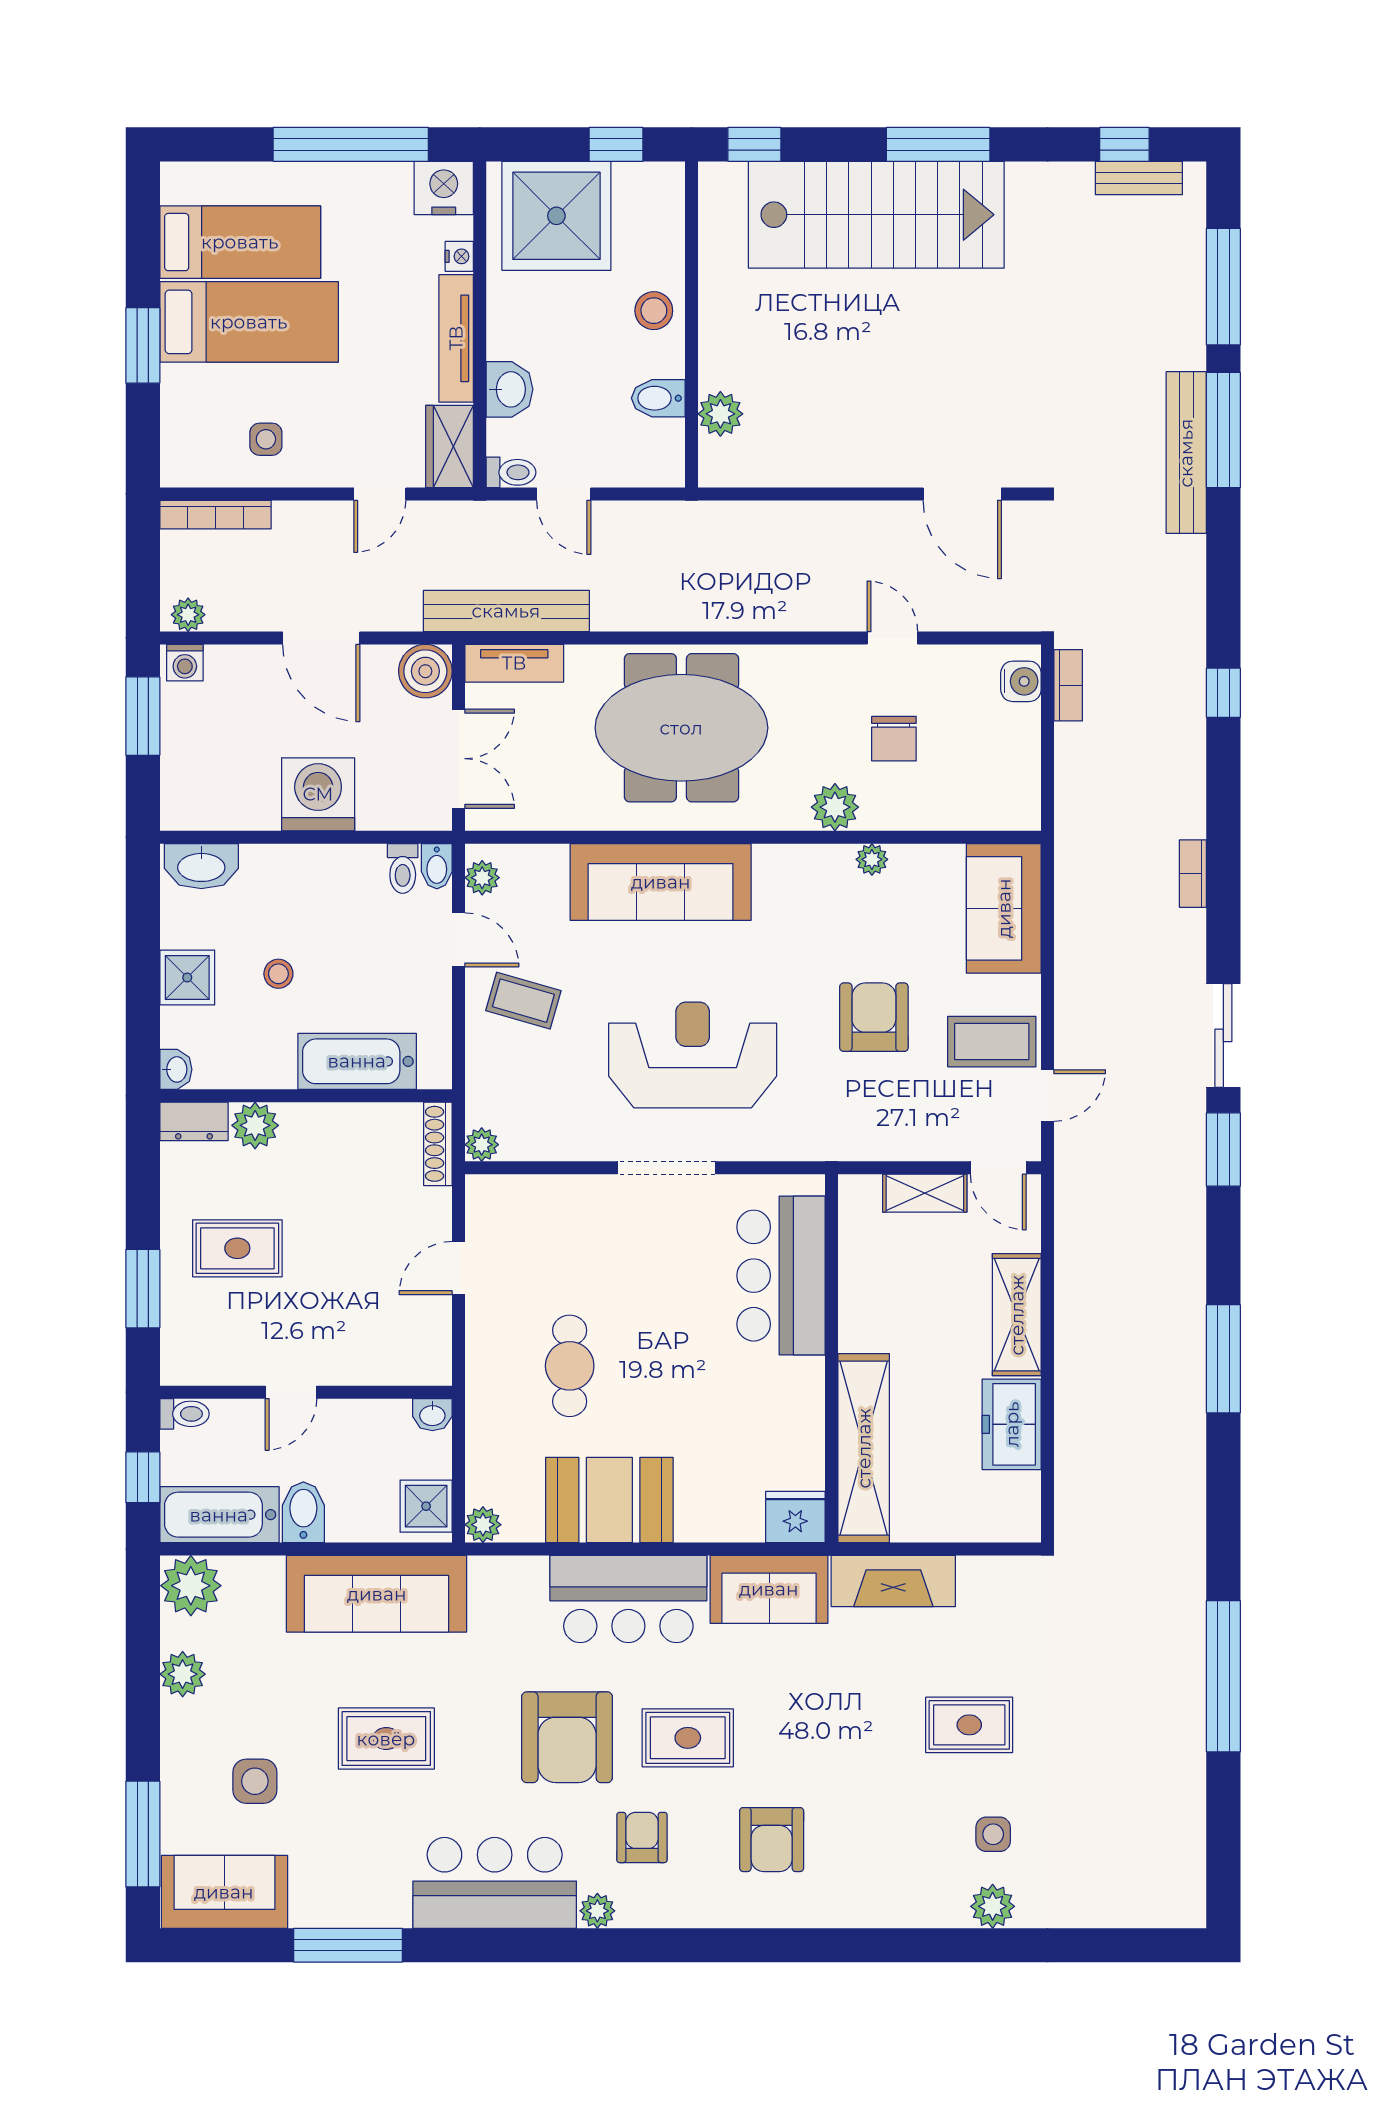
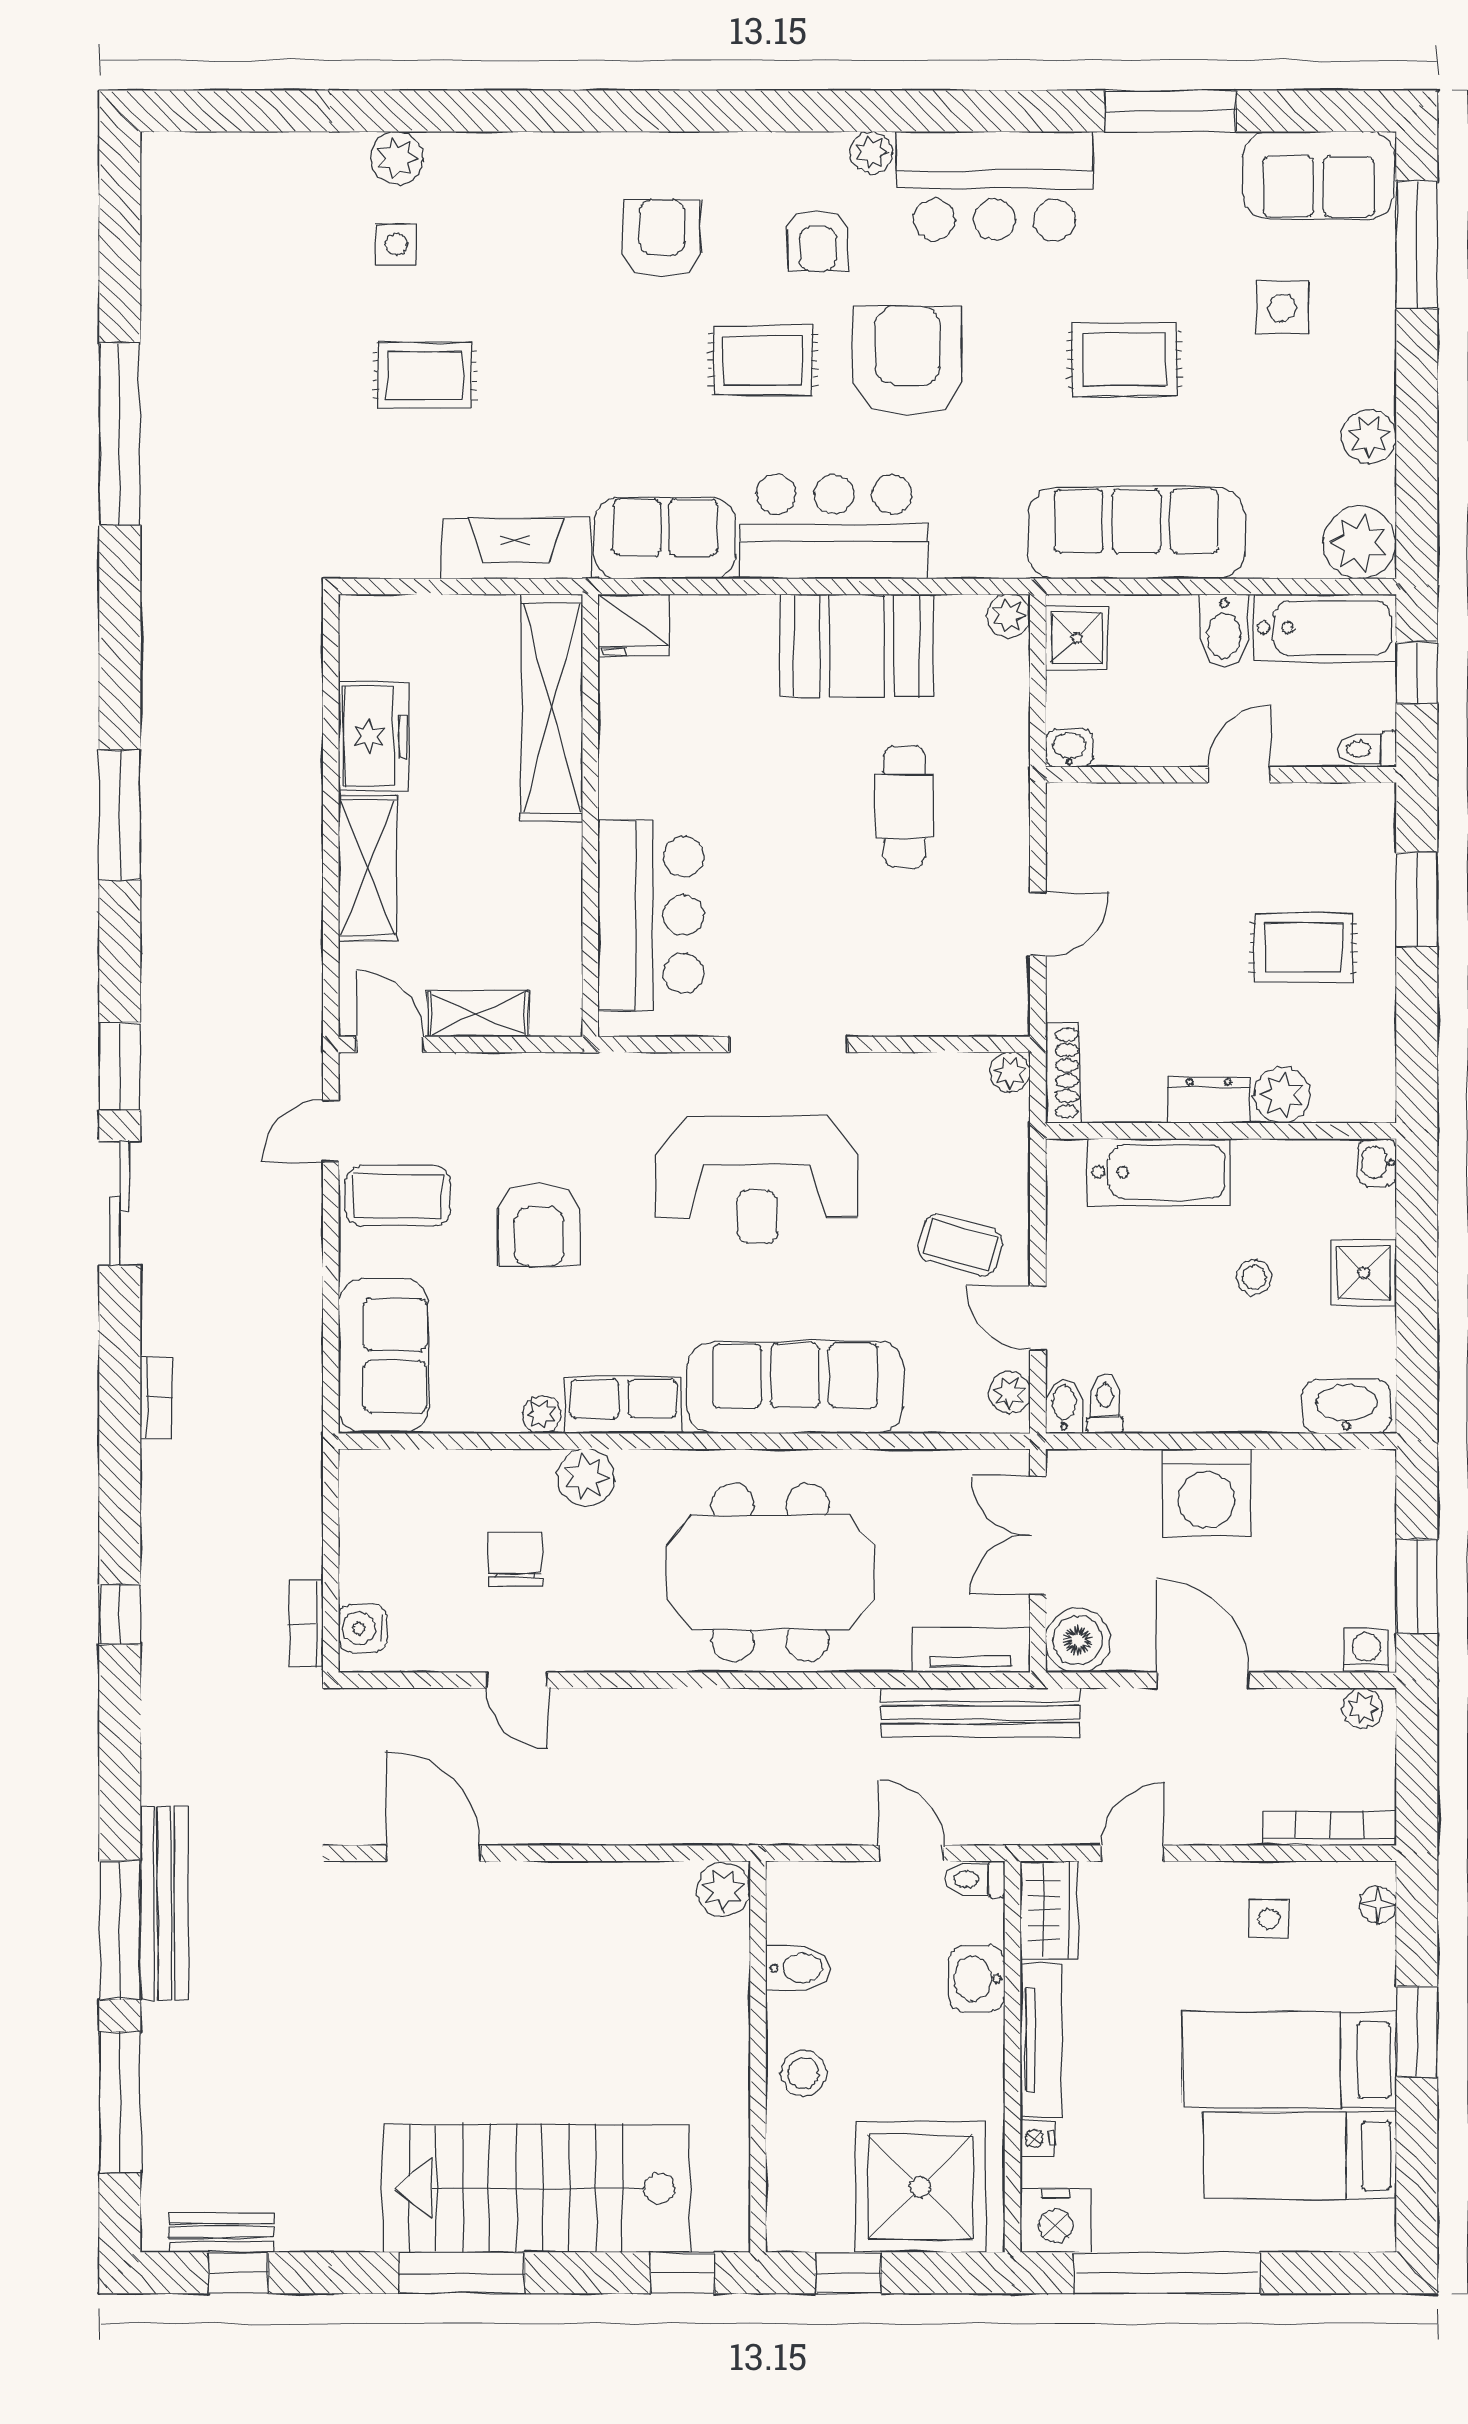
plant: (720, 414) -> (723, 1889), moved
floor lamp: (175, 451) -> (1378, 1904), added
row of seats: (804, 867) -> (624, 1405), added
dresser: (194, 1121) -> (1209, 1100), moved

